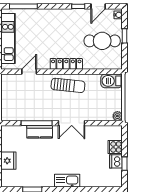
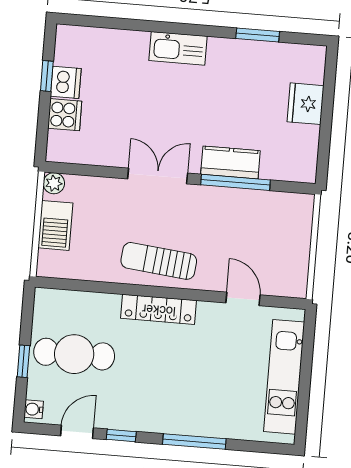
window: (23, 6) -> (194, 442), moved
door: (29, 72) -> (243, 299), swing flipped
barbecue: (112, 81) -> (55, 225), moved, turned 90

